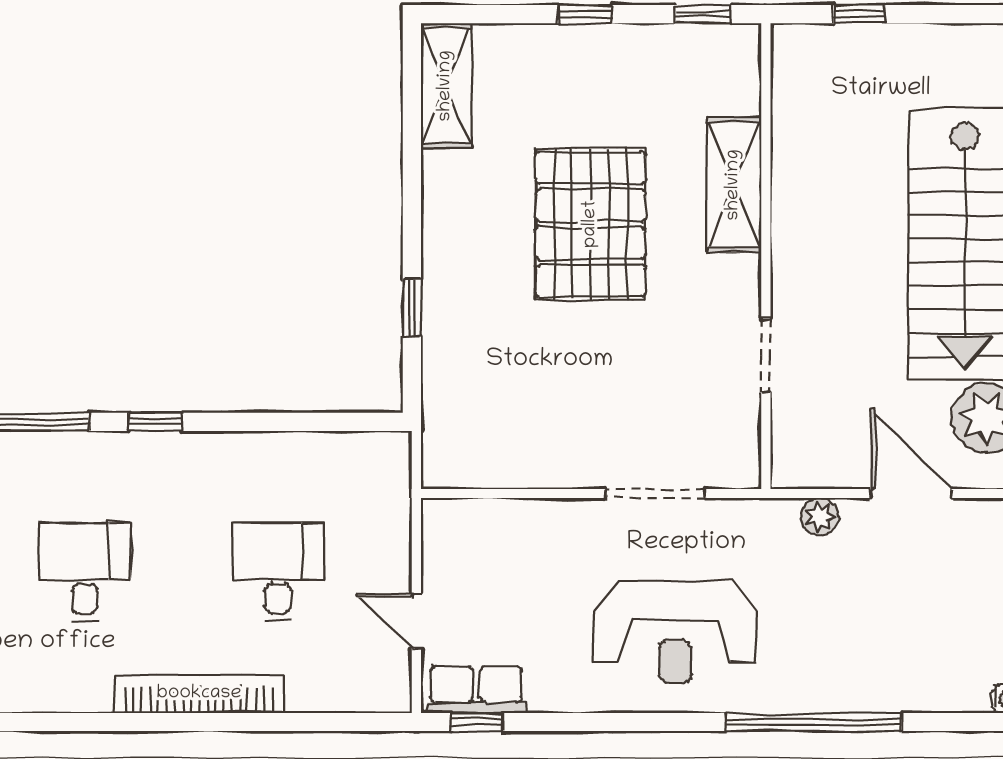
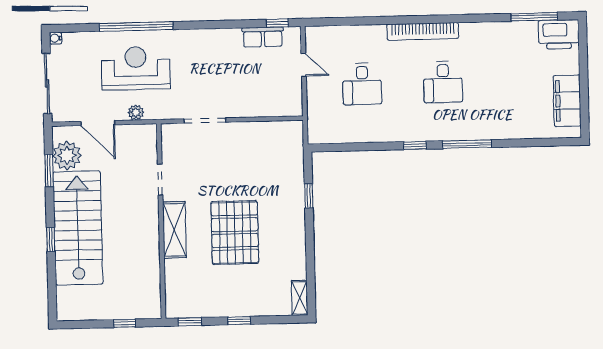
shelving: (446, 86) -> (300, 298), width x0.67, depth x0.75
shelving: (734, 185) -> (174, 230), moved
reception desk: (675, 632) -> (136, 68), moved
row of seats: (476, 690) -> (263, 37), moved
bookcase: (199, 694) -> (423, 31), moved

